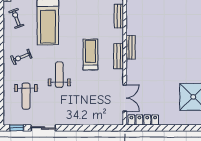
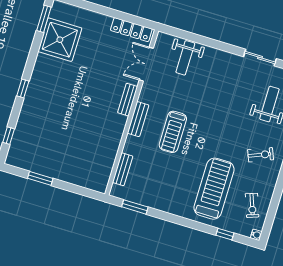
bench: (131, 47) -> (128, 100), moved
weight bench: (59, 75) -> (185, 58), moved

